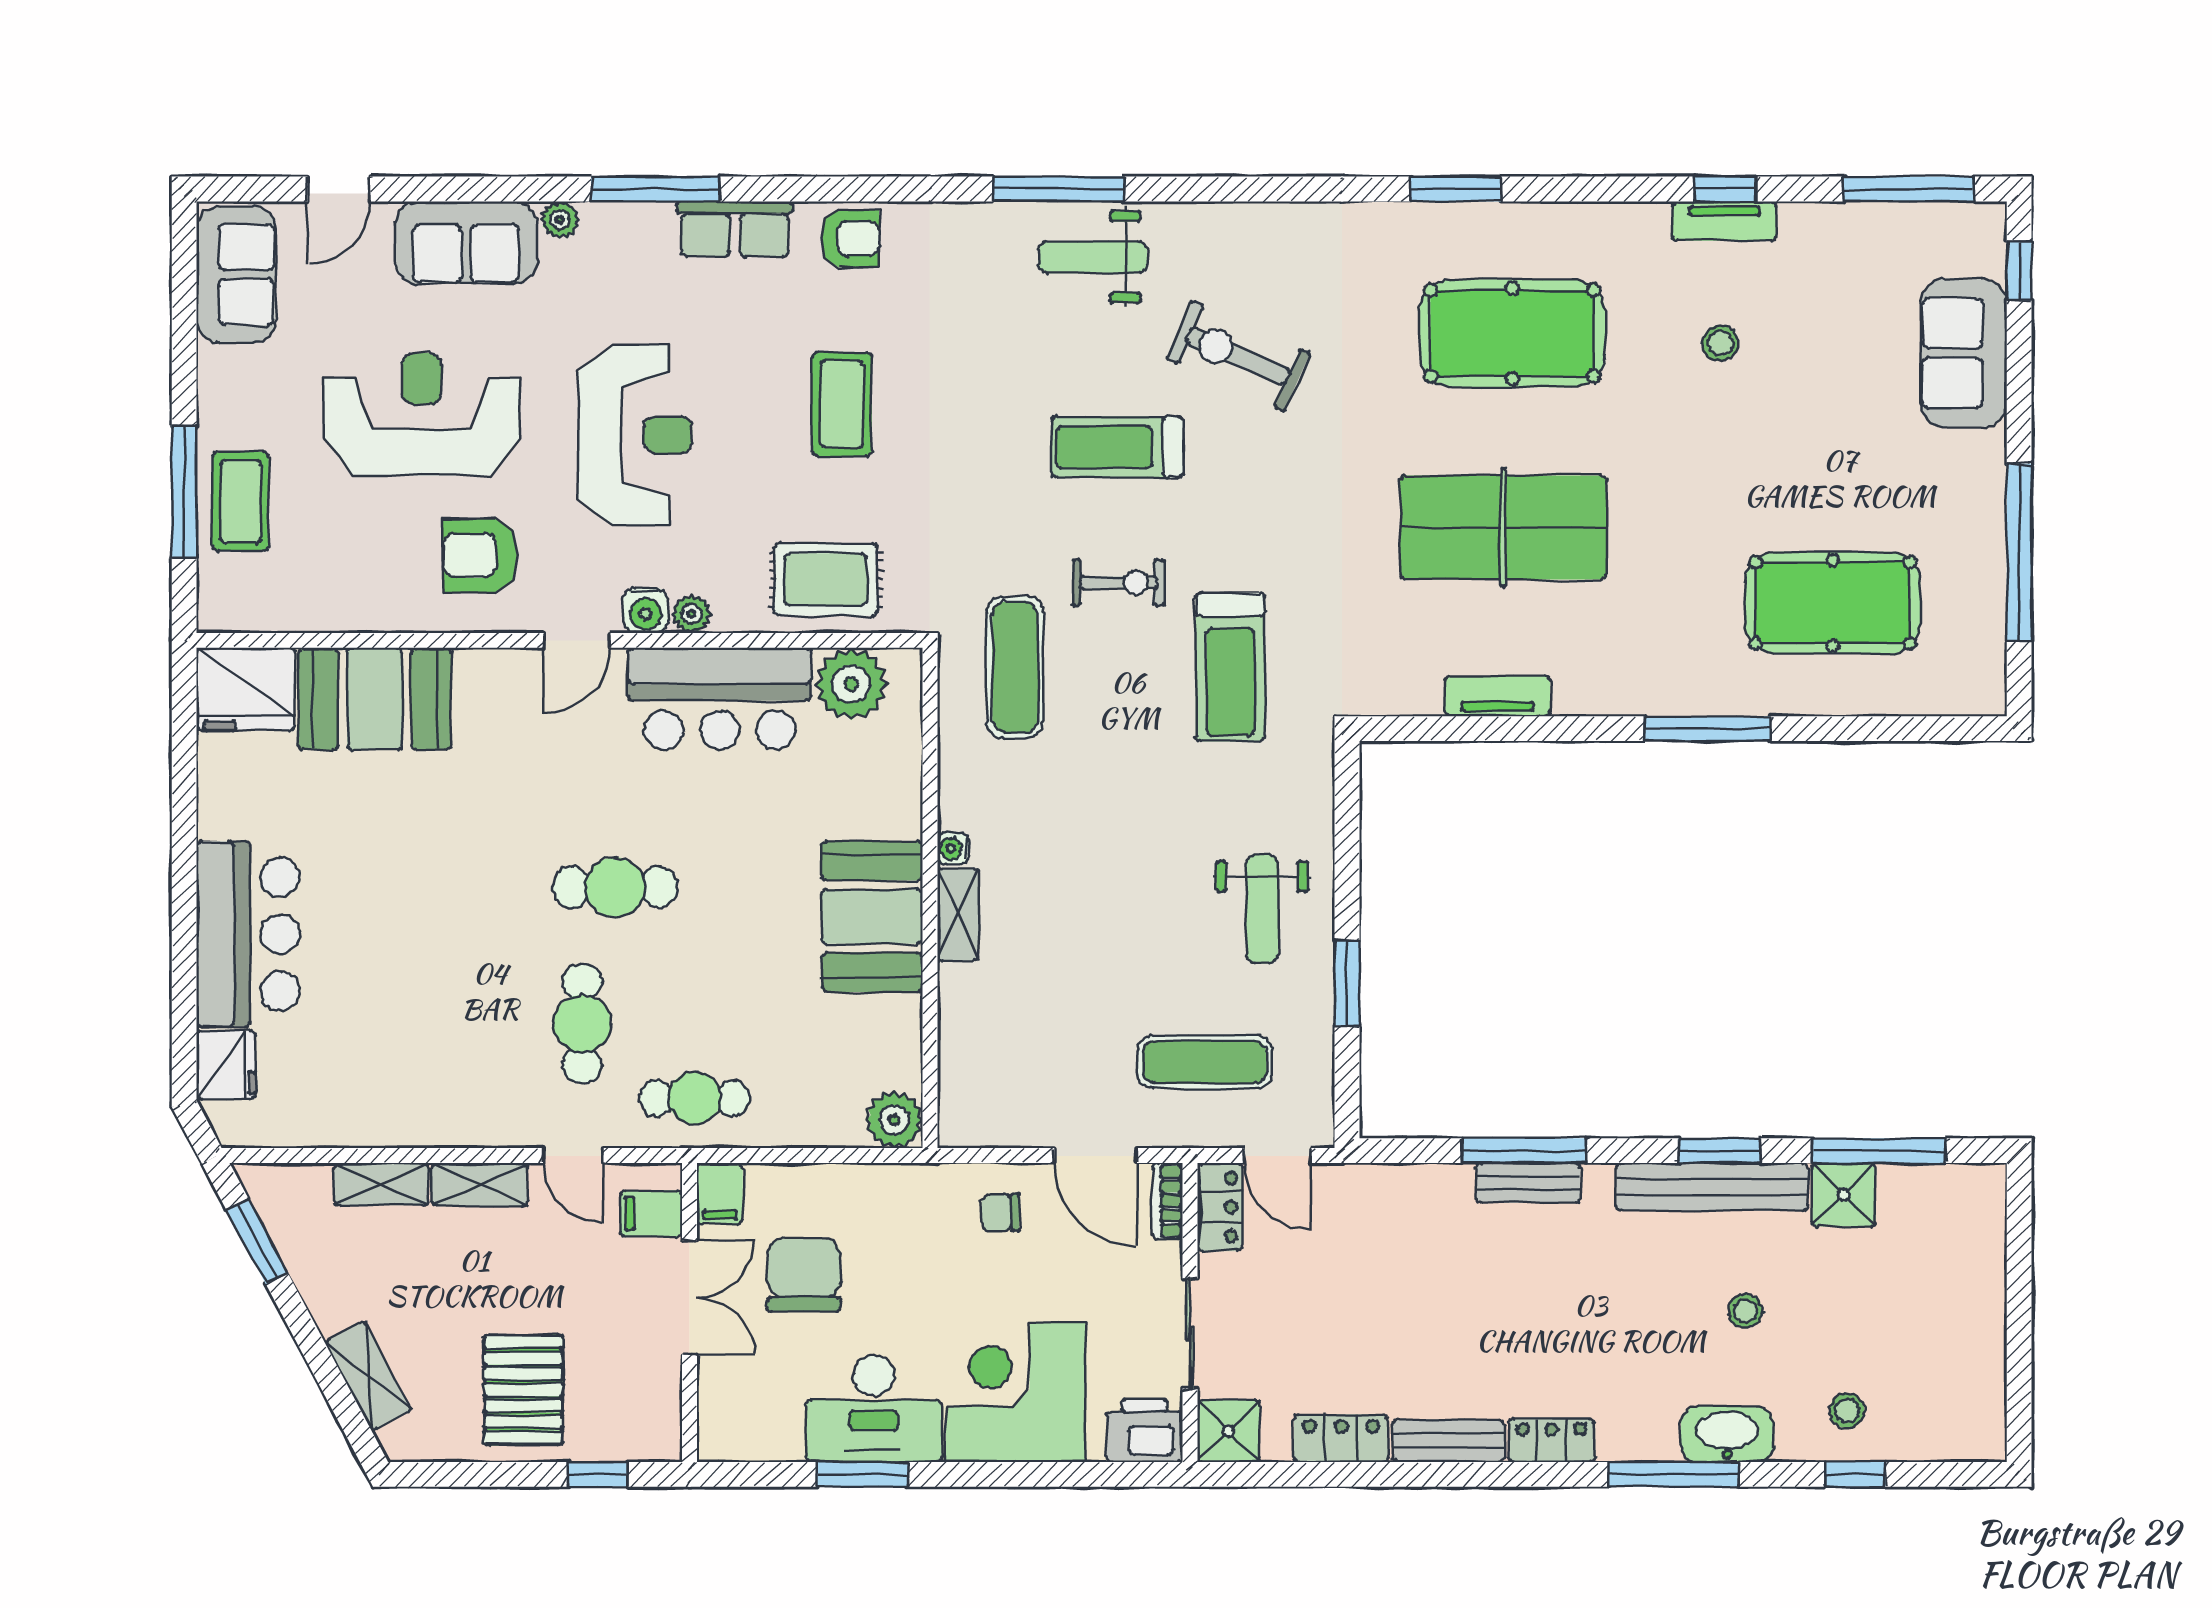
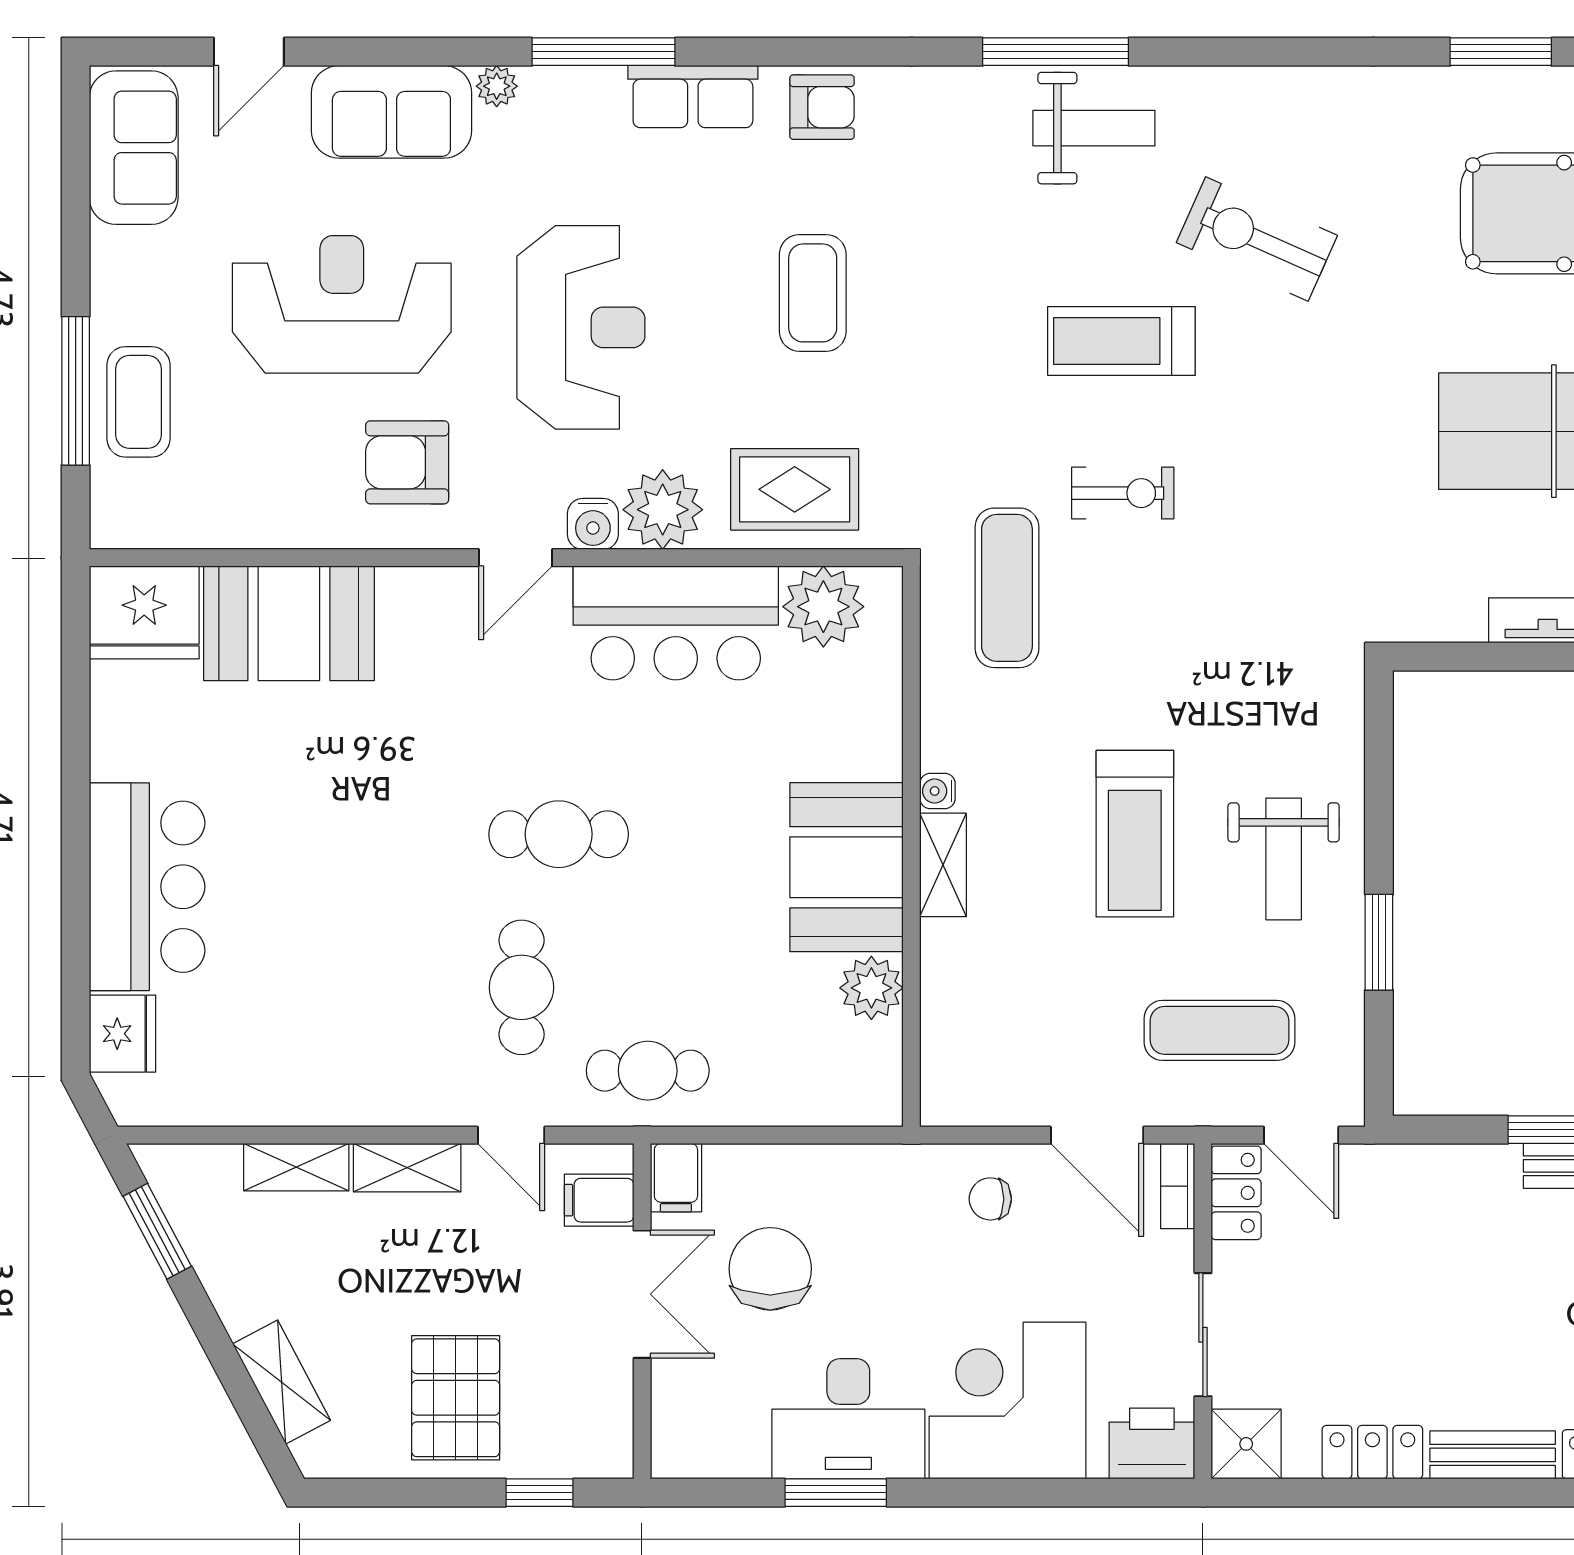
weight bench: (1093, 257) -> (1094, 128), turned 180
plant: (691, 614) -> (663, 510), width x1.88, depth x1.88
treadmill: (1230, 667) -> (1135, 834), moved
plant: (894, 1120) -> (871, 988), moved

